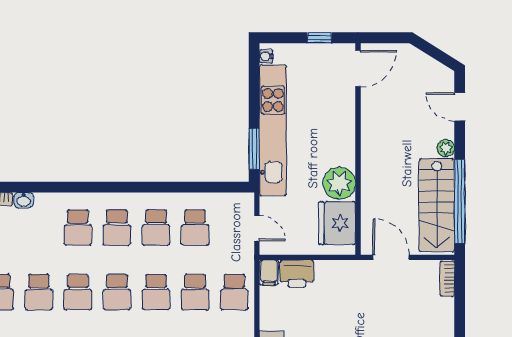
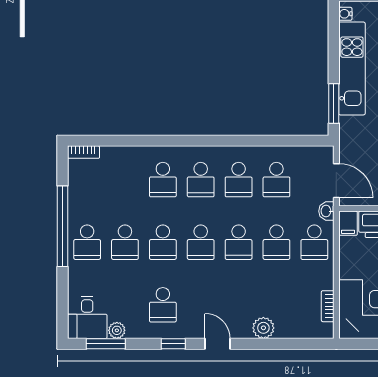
kitchen unit: (273, 130) -> (352, 68), width x0.73
washbasin: (24, 200) -> (326, 211), moved, turned 90
door: (257, 228) -> (336, 181), width x1.38

